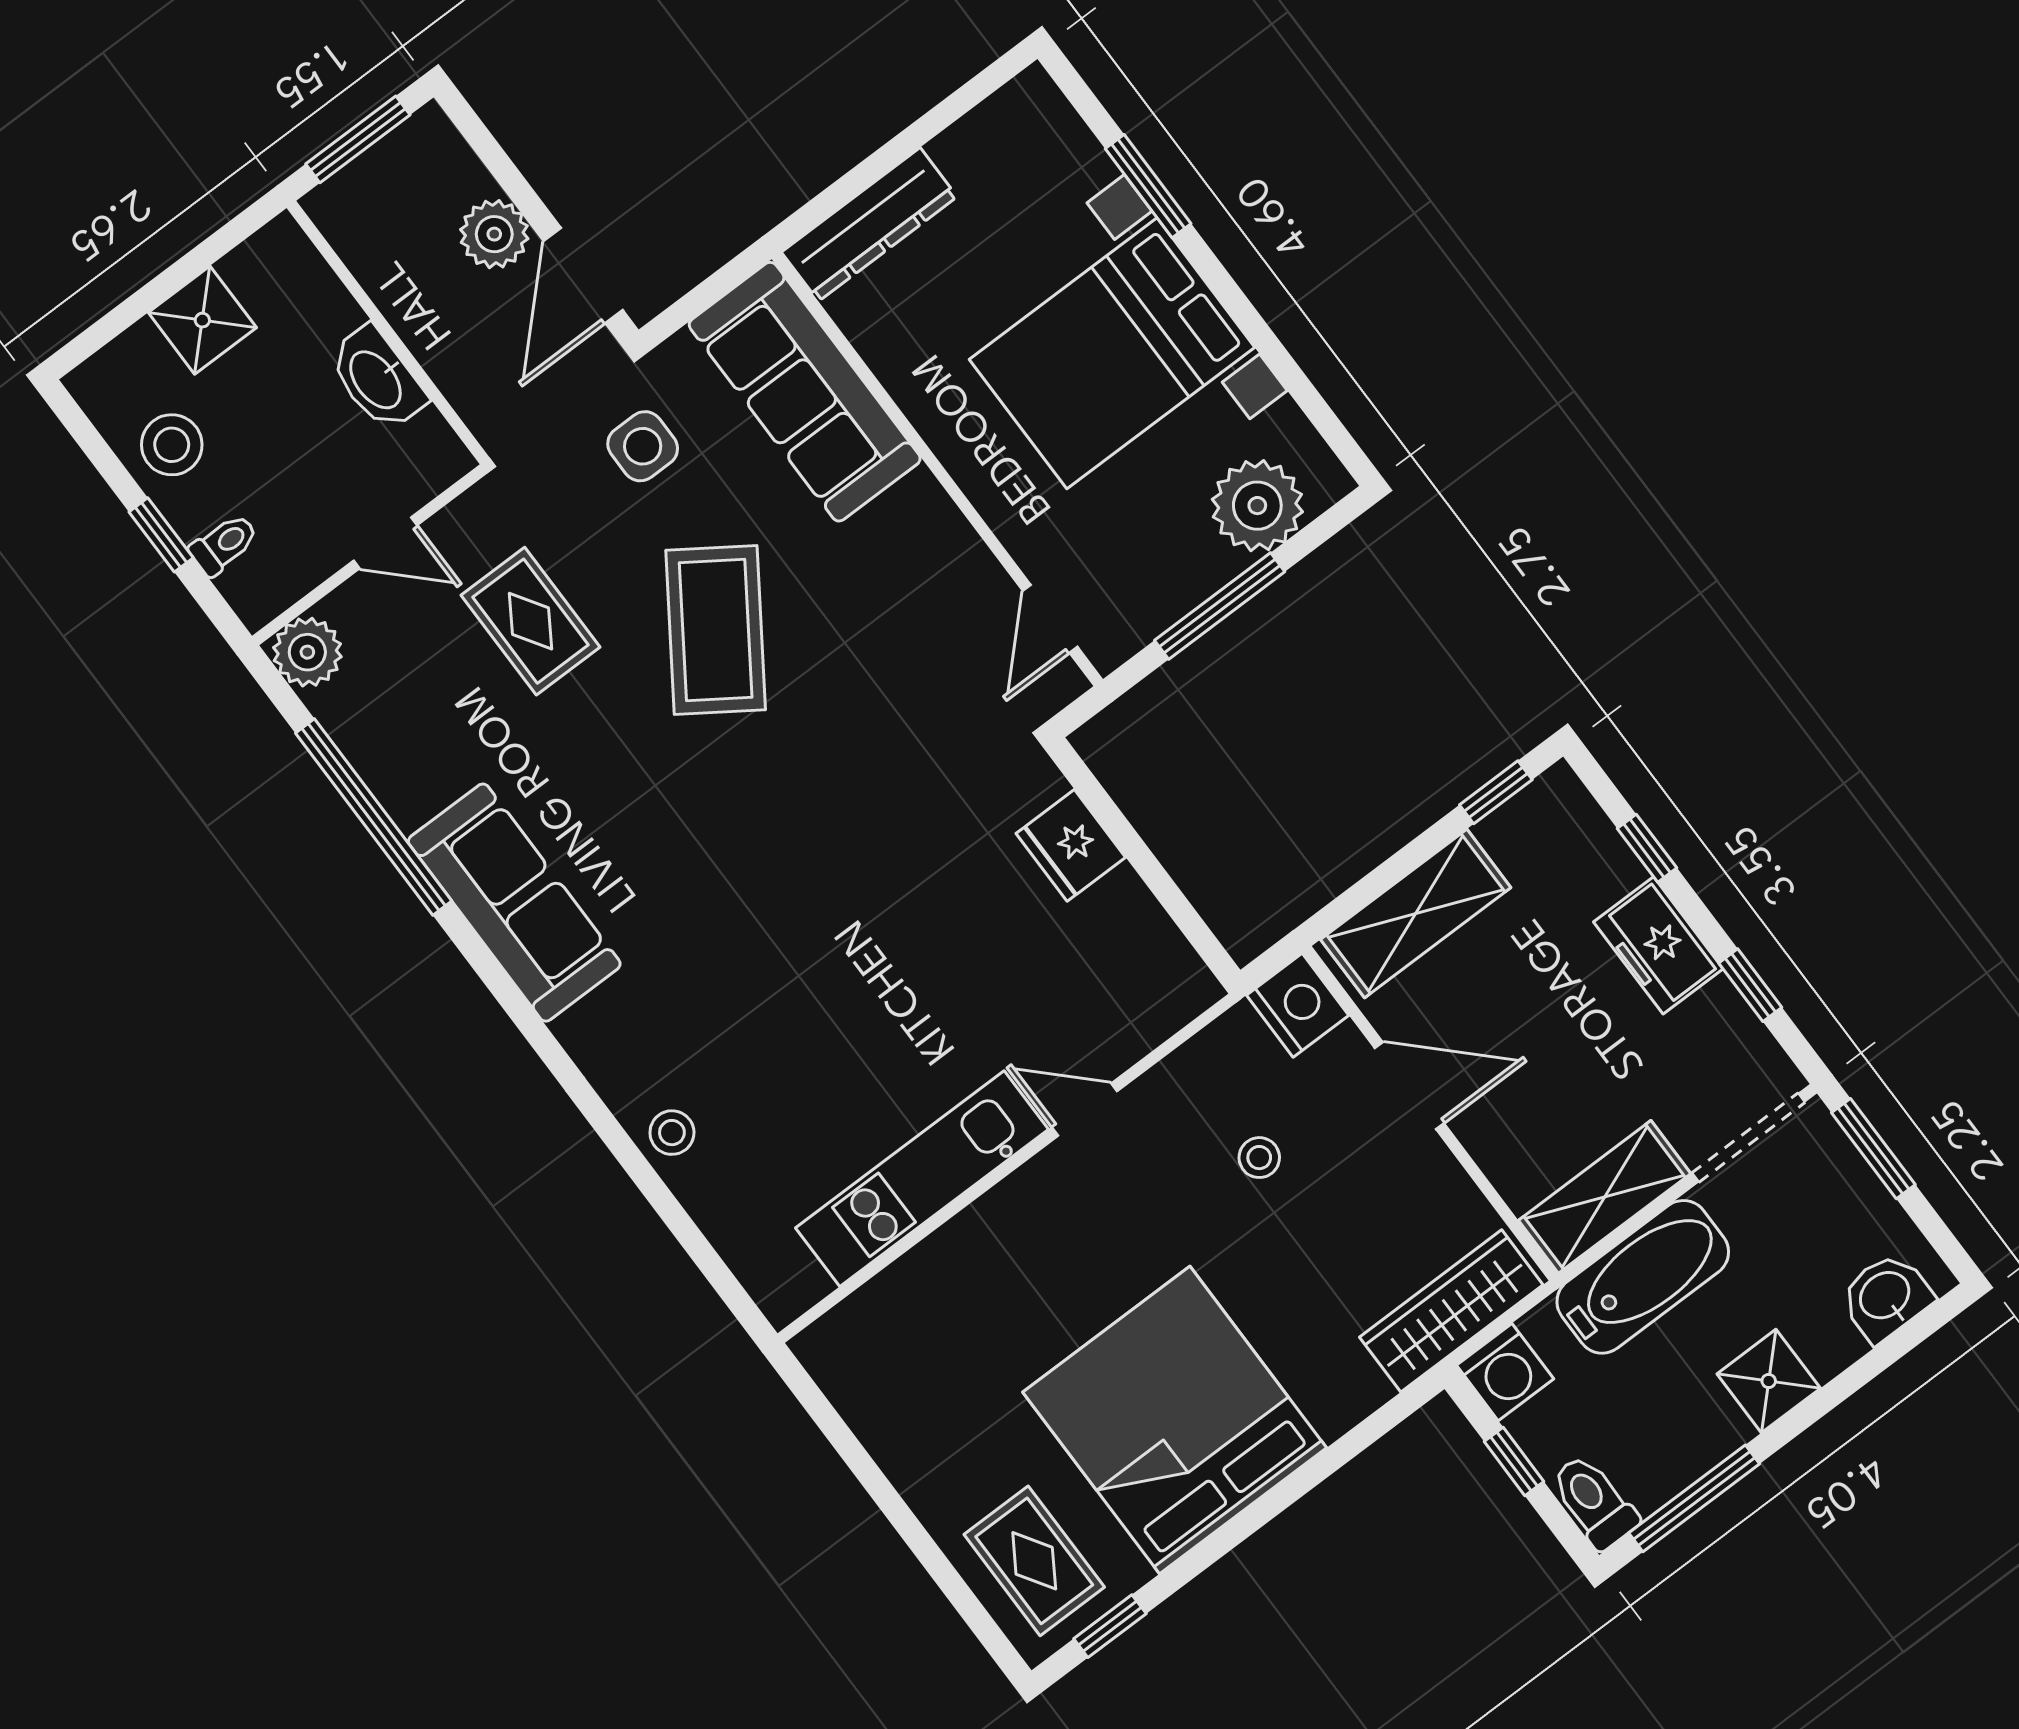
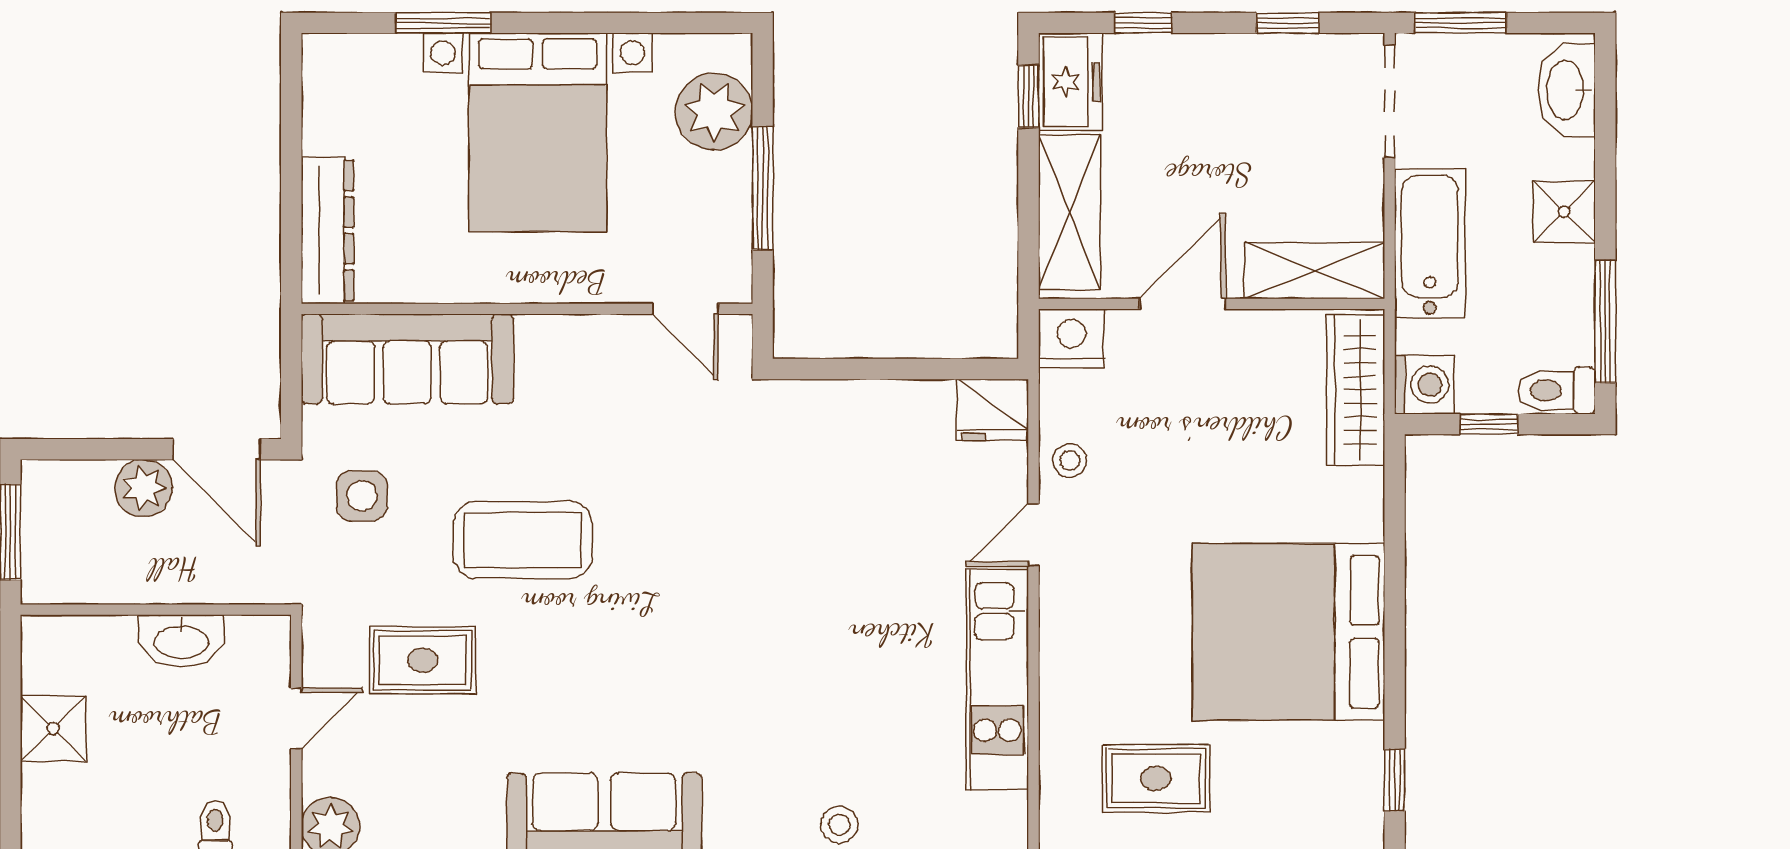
stool: (172, 445) -> (122, 813), removed
coffee table: (716, 630) -> (523, 540), turned -34
fridge: (1071, 845) -> (993, 410), moved
freezer: (1658, 945) -> (1070, 82), moved, turned -90
stool: (1259, 1158) -> (1070, 460), moved
shelving: (1605, 1197) -> (1315, 271), moved, turned 90
washbasin: (1886, 1297) -> (1567, 90), width x1.38
rug: (1034, 1561) -> (1156, 778), moved

